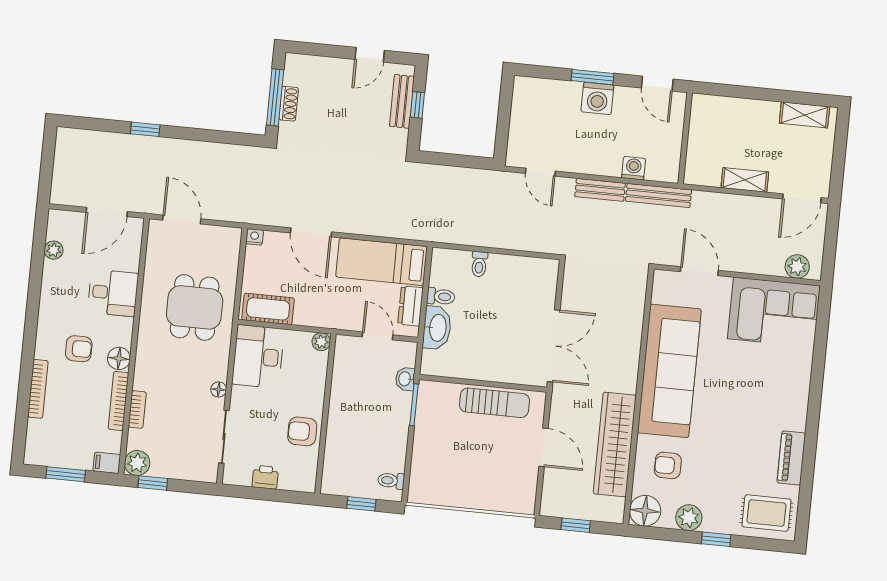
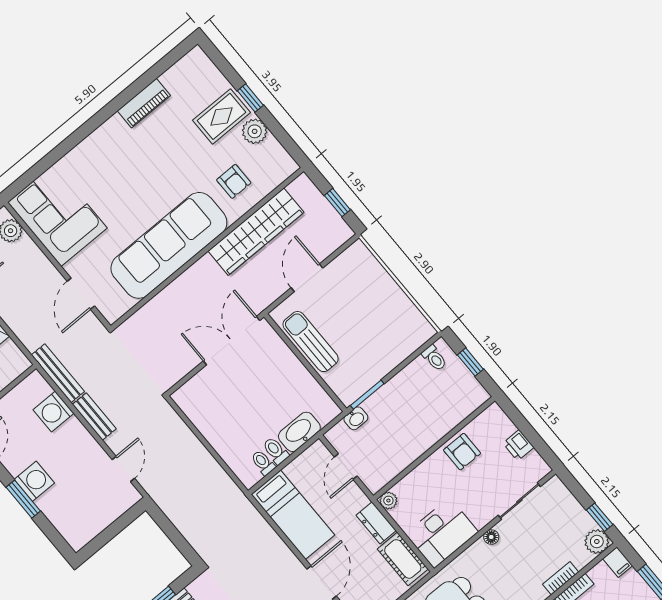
washing machine: (634, 168) -> (53, 411), width x1.38, depth x1.38
toilet: (479, 264) -> (263, 463), moved, turned -90
dresser: (411, 306) -> (376, 523), moved, turned 90
floor lamp: (645, 511) -> (280, 166), removed
rug: (767, 513) -> (221, 116), moved, turned 90

